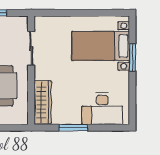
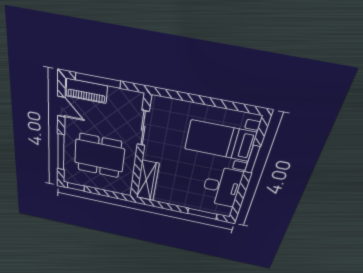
desk: (102, 109) -> (222, 187), moved, turned -90
window: (73, 128) -> (202, 214), moved

